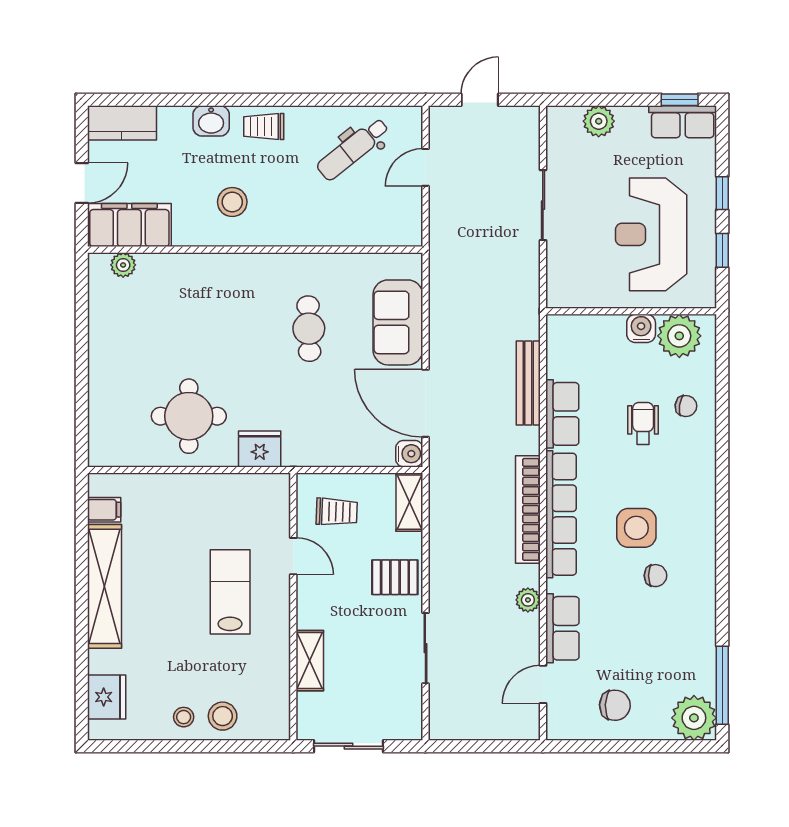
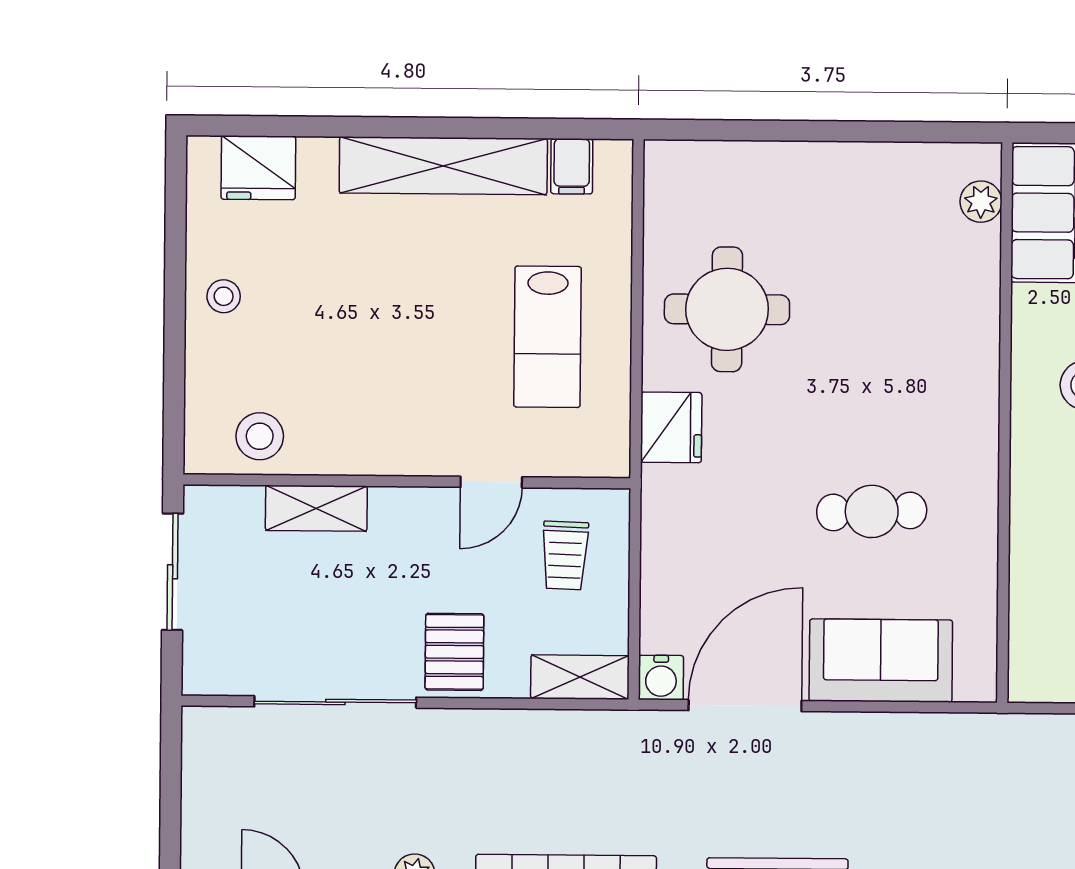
lab bench: (230, 592) -> (548, 337), moved, turned 90
sliding door: (425, 648) -> (335, 702), width x1.37
stool: (223, 716) -> (260, 436), moved

